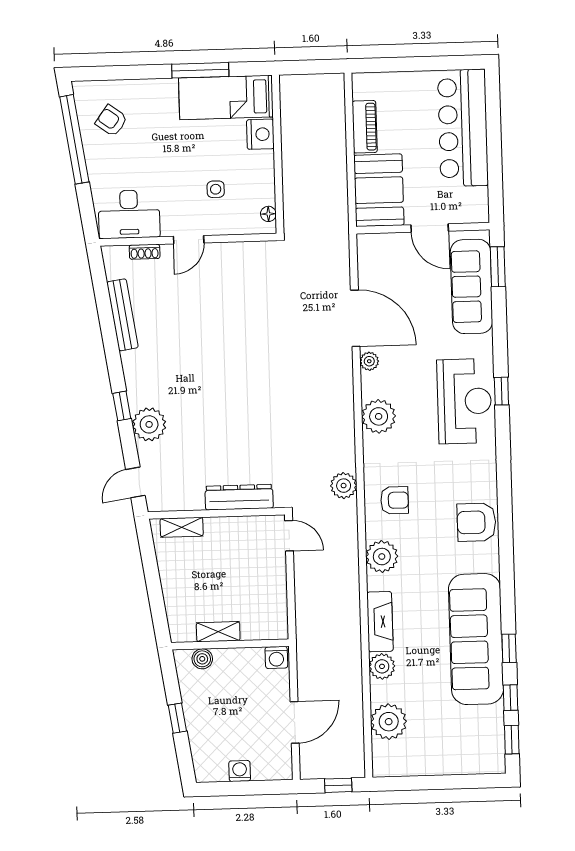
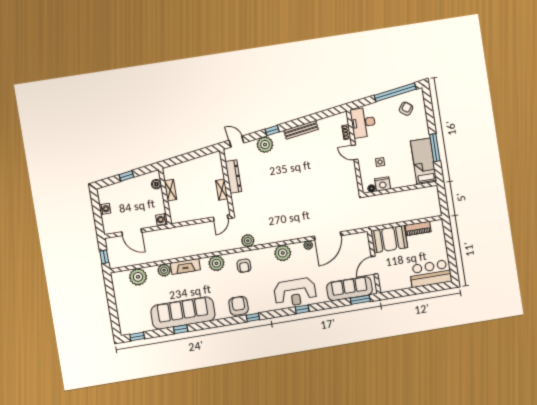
bar counter: (463, 128) -> (431, 274), width x0.73
nightstand: (260, 134) -> (383, 184), moved
bench: (122, 315) -> (301, 130), moved
dresser: (239, 497) -> (233, 177), moved
shelving: (182, 527) -> (222, 190), moved
window: (511, 698) -> (253, 317), moved

